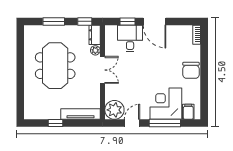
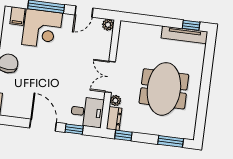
window: (54, 21) -> (171, 141), moved
desk: (130, 38) -> (87, 112), moved, turned -90
plant: (114, 110) -> (108, 25), width x0.53, depth x0.53
tv unit: (80, 114) -> (184, 35), moved
window: (55, 123) -> (191, 25), moved

